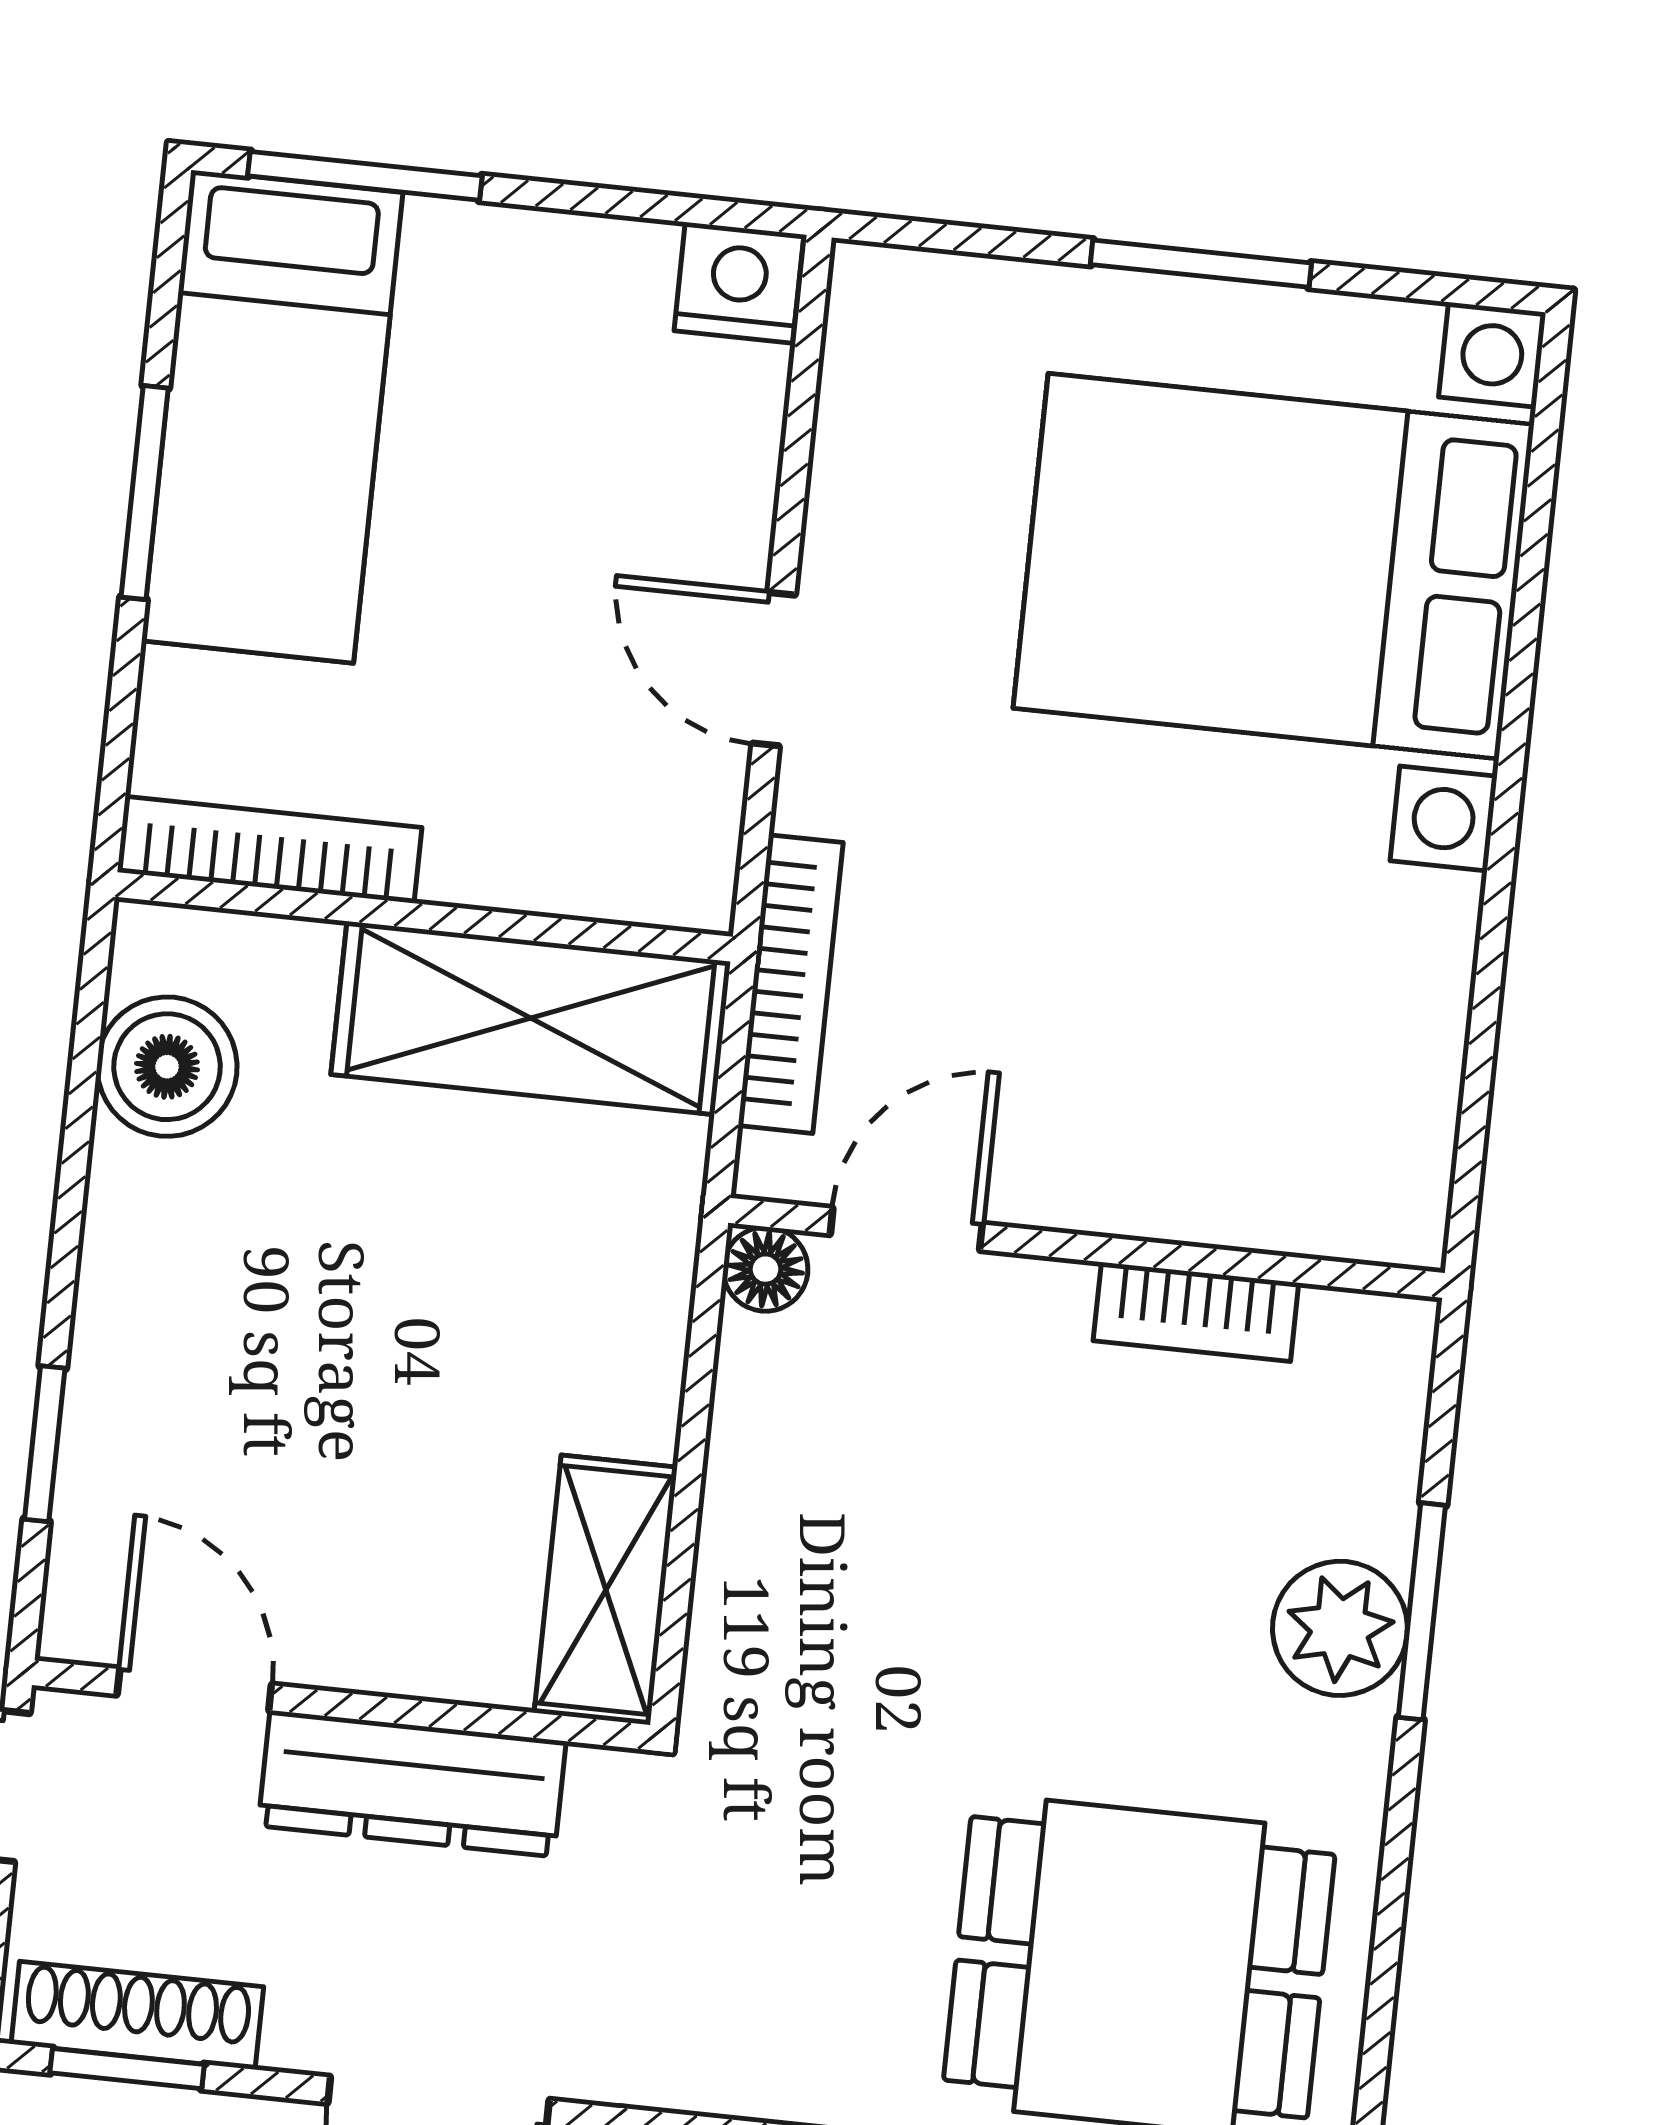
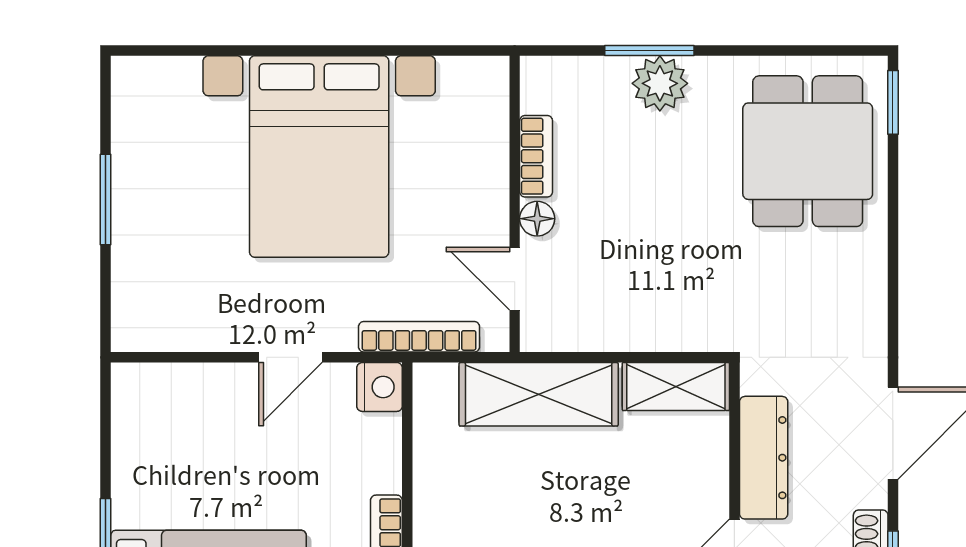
nightstand: (739, 283) -> (380, 387), moved, turned 180
bed with nightstands: (1274, 566) -> (319, 157), moved
shelving: (531, 1018) -> (539, 394), moved, turned 90
floor lamp: (766, 1269) -> (537, 219), moved

